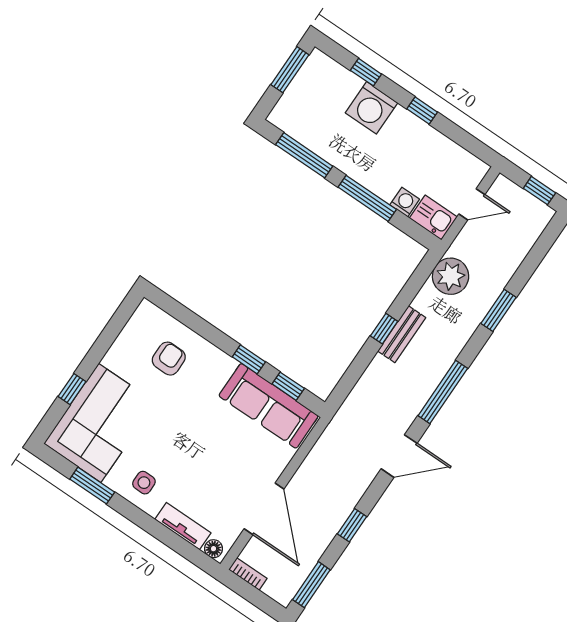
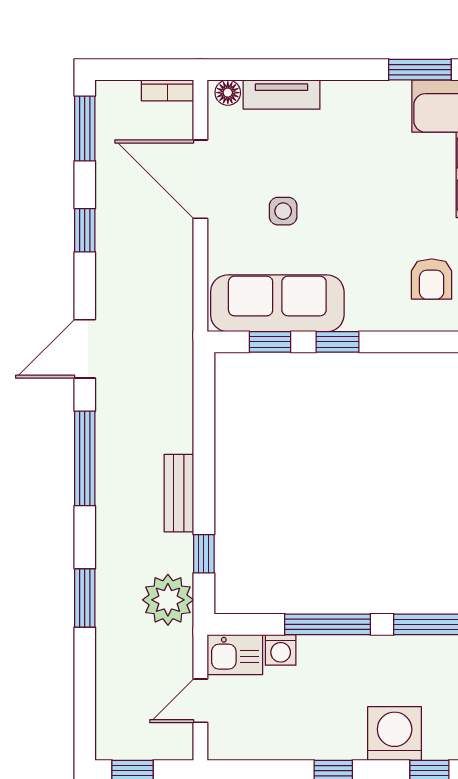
window: (384, 329) -> (204, 554), moved
side table: (144, 483) -> (283, 211), moved

